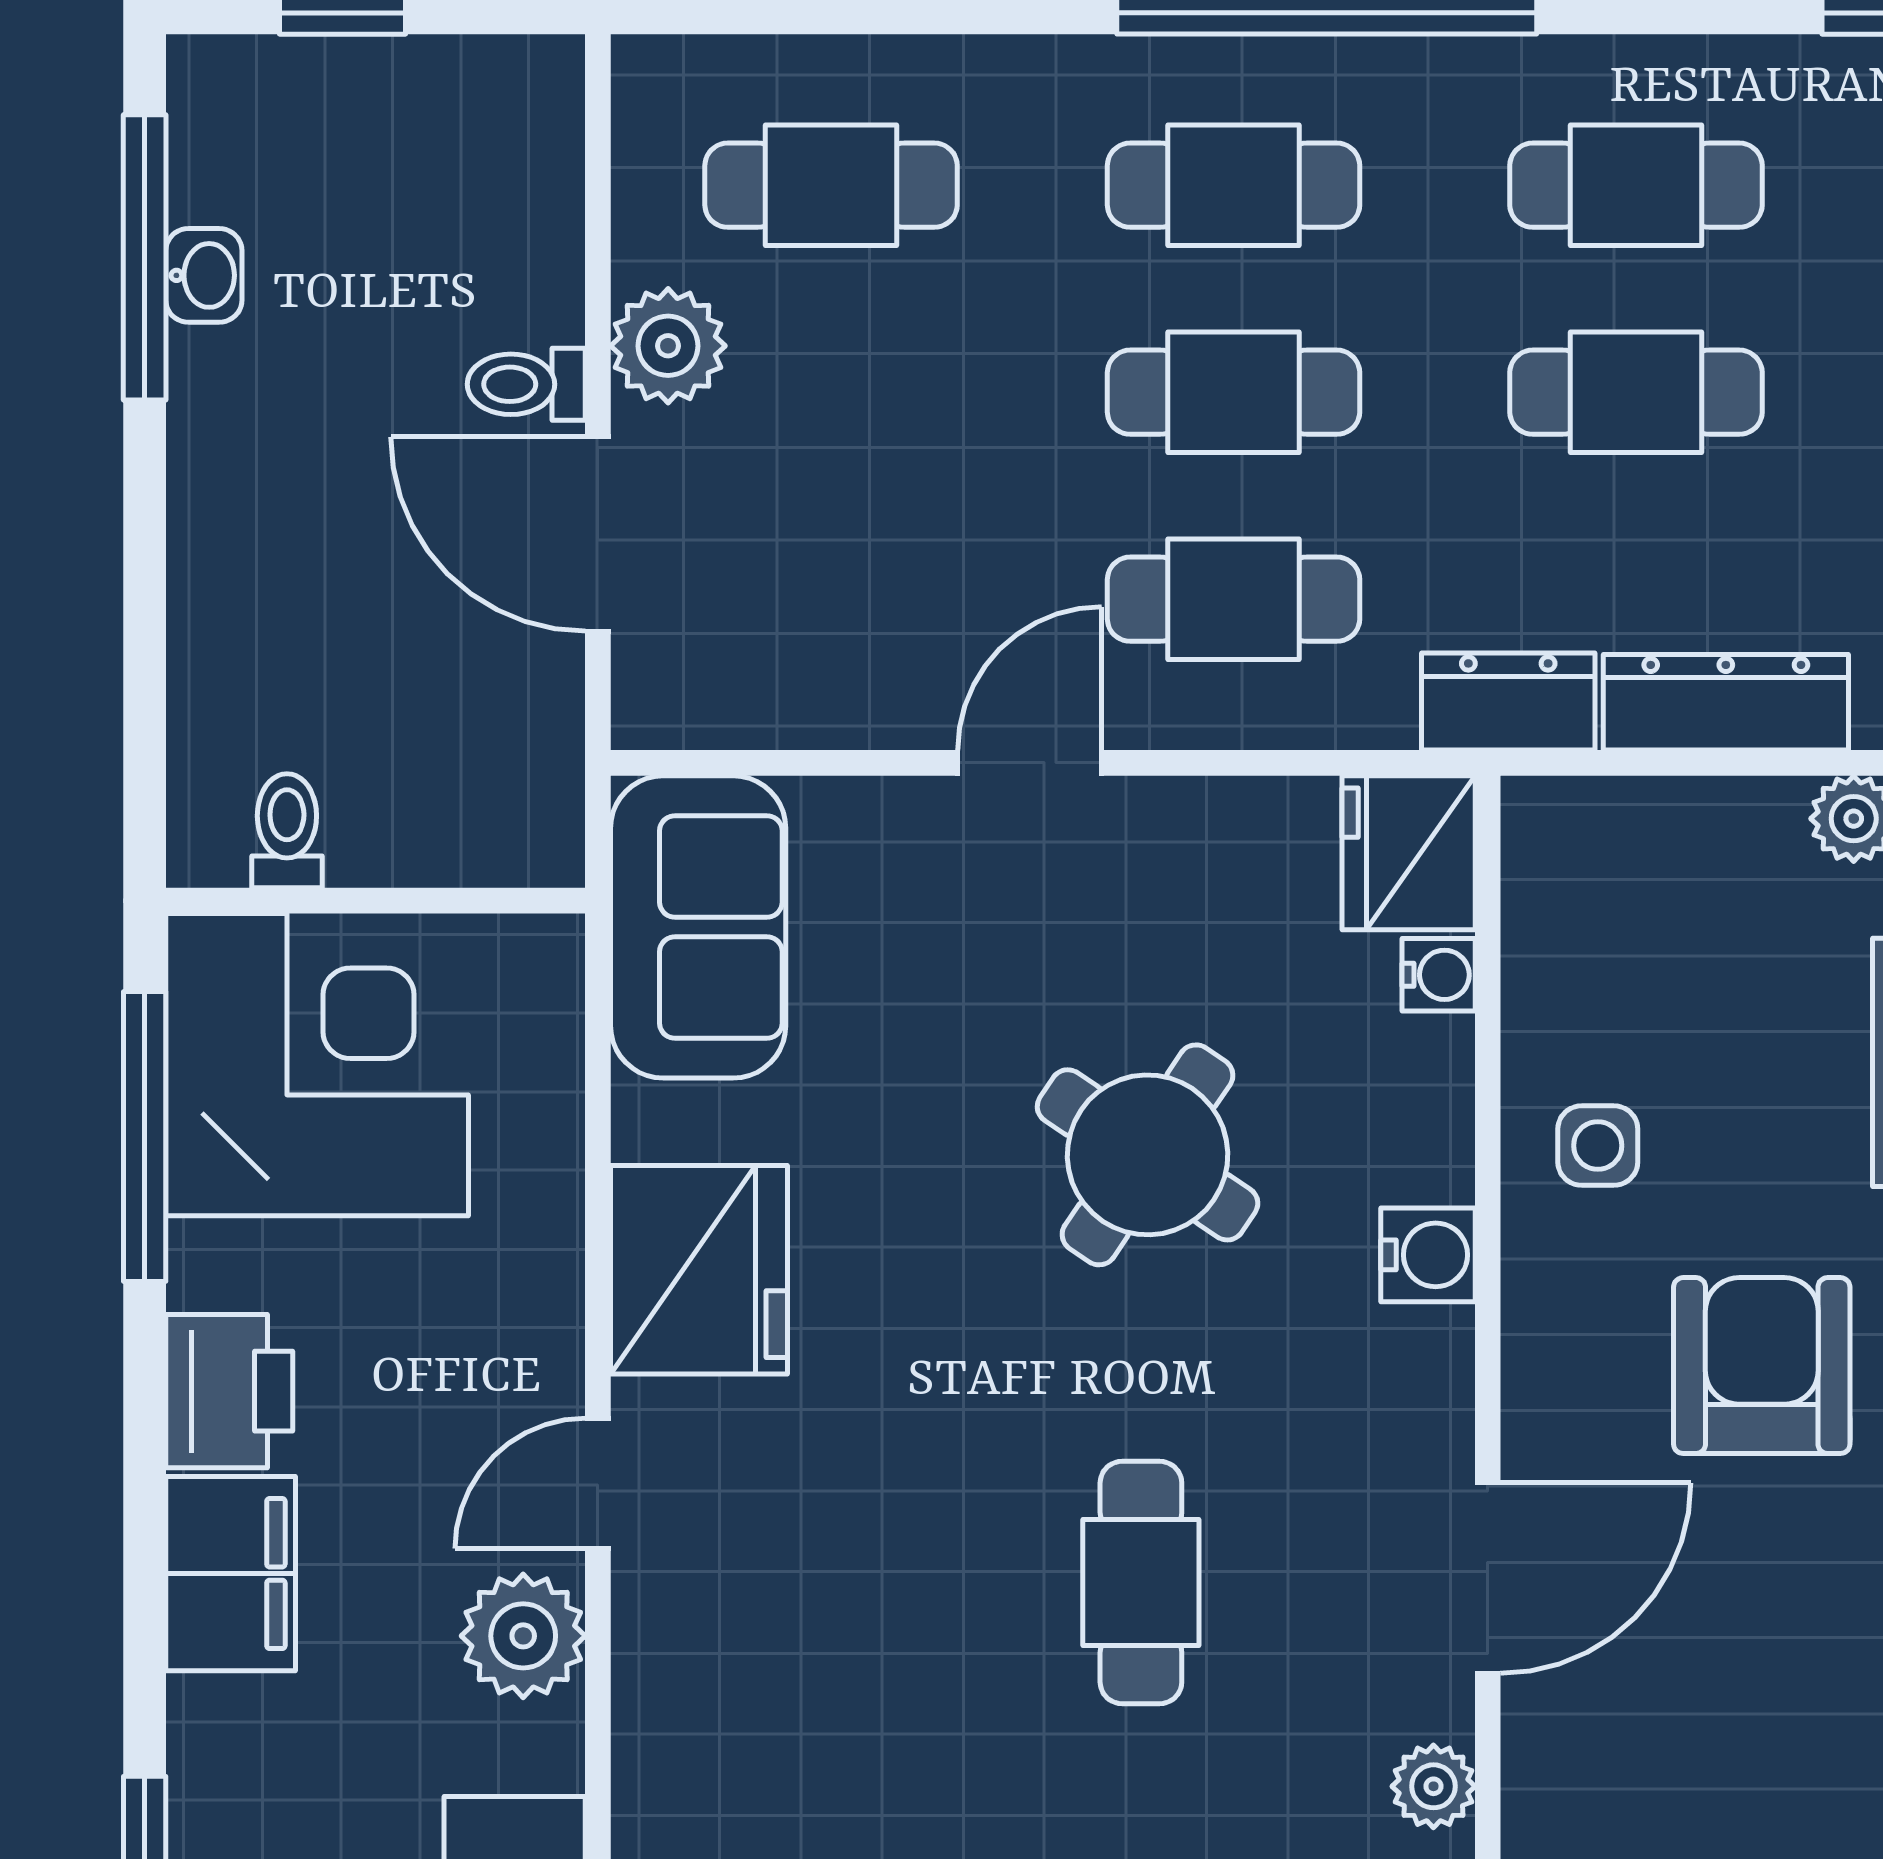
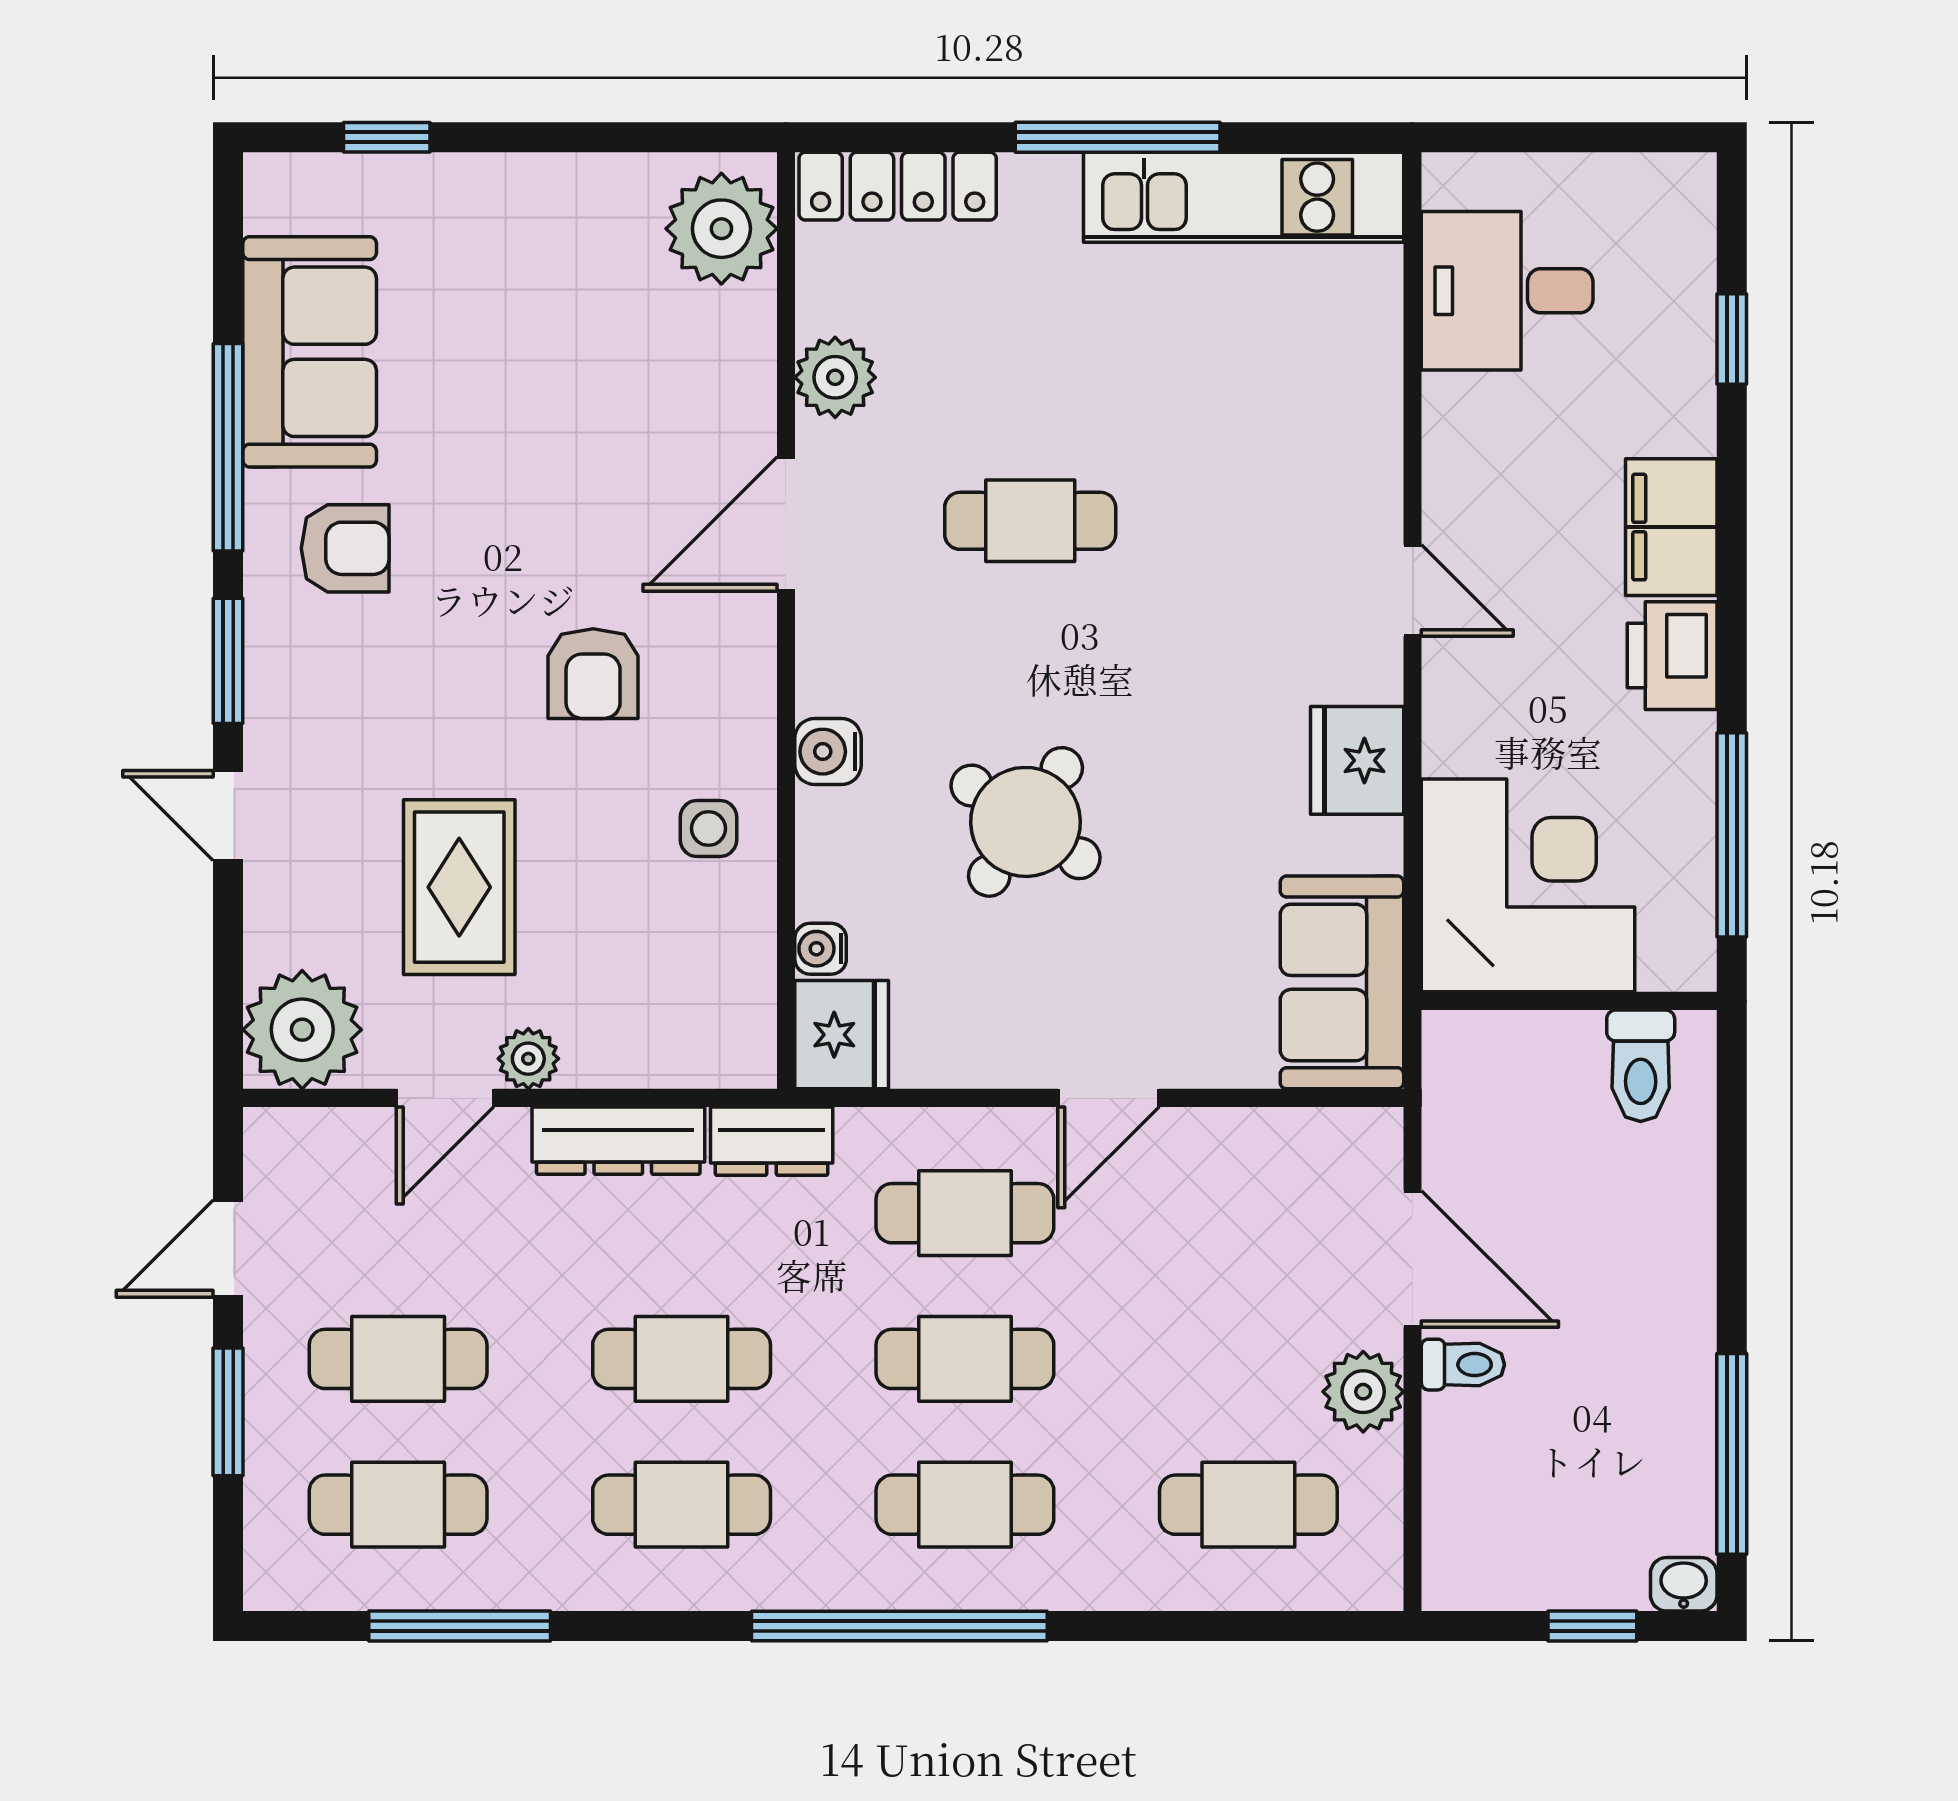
washbasin: (204, 275) -> (1684, 1584), moved, turned 90
toilet: (287, 831) -> (1641, 1066), width x1.37, depth x1.39
corner desk: (317, 1065) -> (1528, 885), moved, turned 180
fridge: (699, 1270) -> (1357, 760), width x0.73, depth x0.75
armchair: (1762, 1366) -> (593, 674), width x0.72, depth x0.72
door: (598, 1484) -> (1413, 590), hinge flipped
cafe table: (1141, 1583) -> (1030, 521), turned 90
plant: (523, 1636) -> (1465, 483), removed
plant: (1433, 1786) -> (835, 377), width x1.38, depth x1.38

